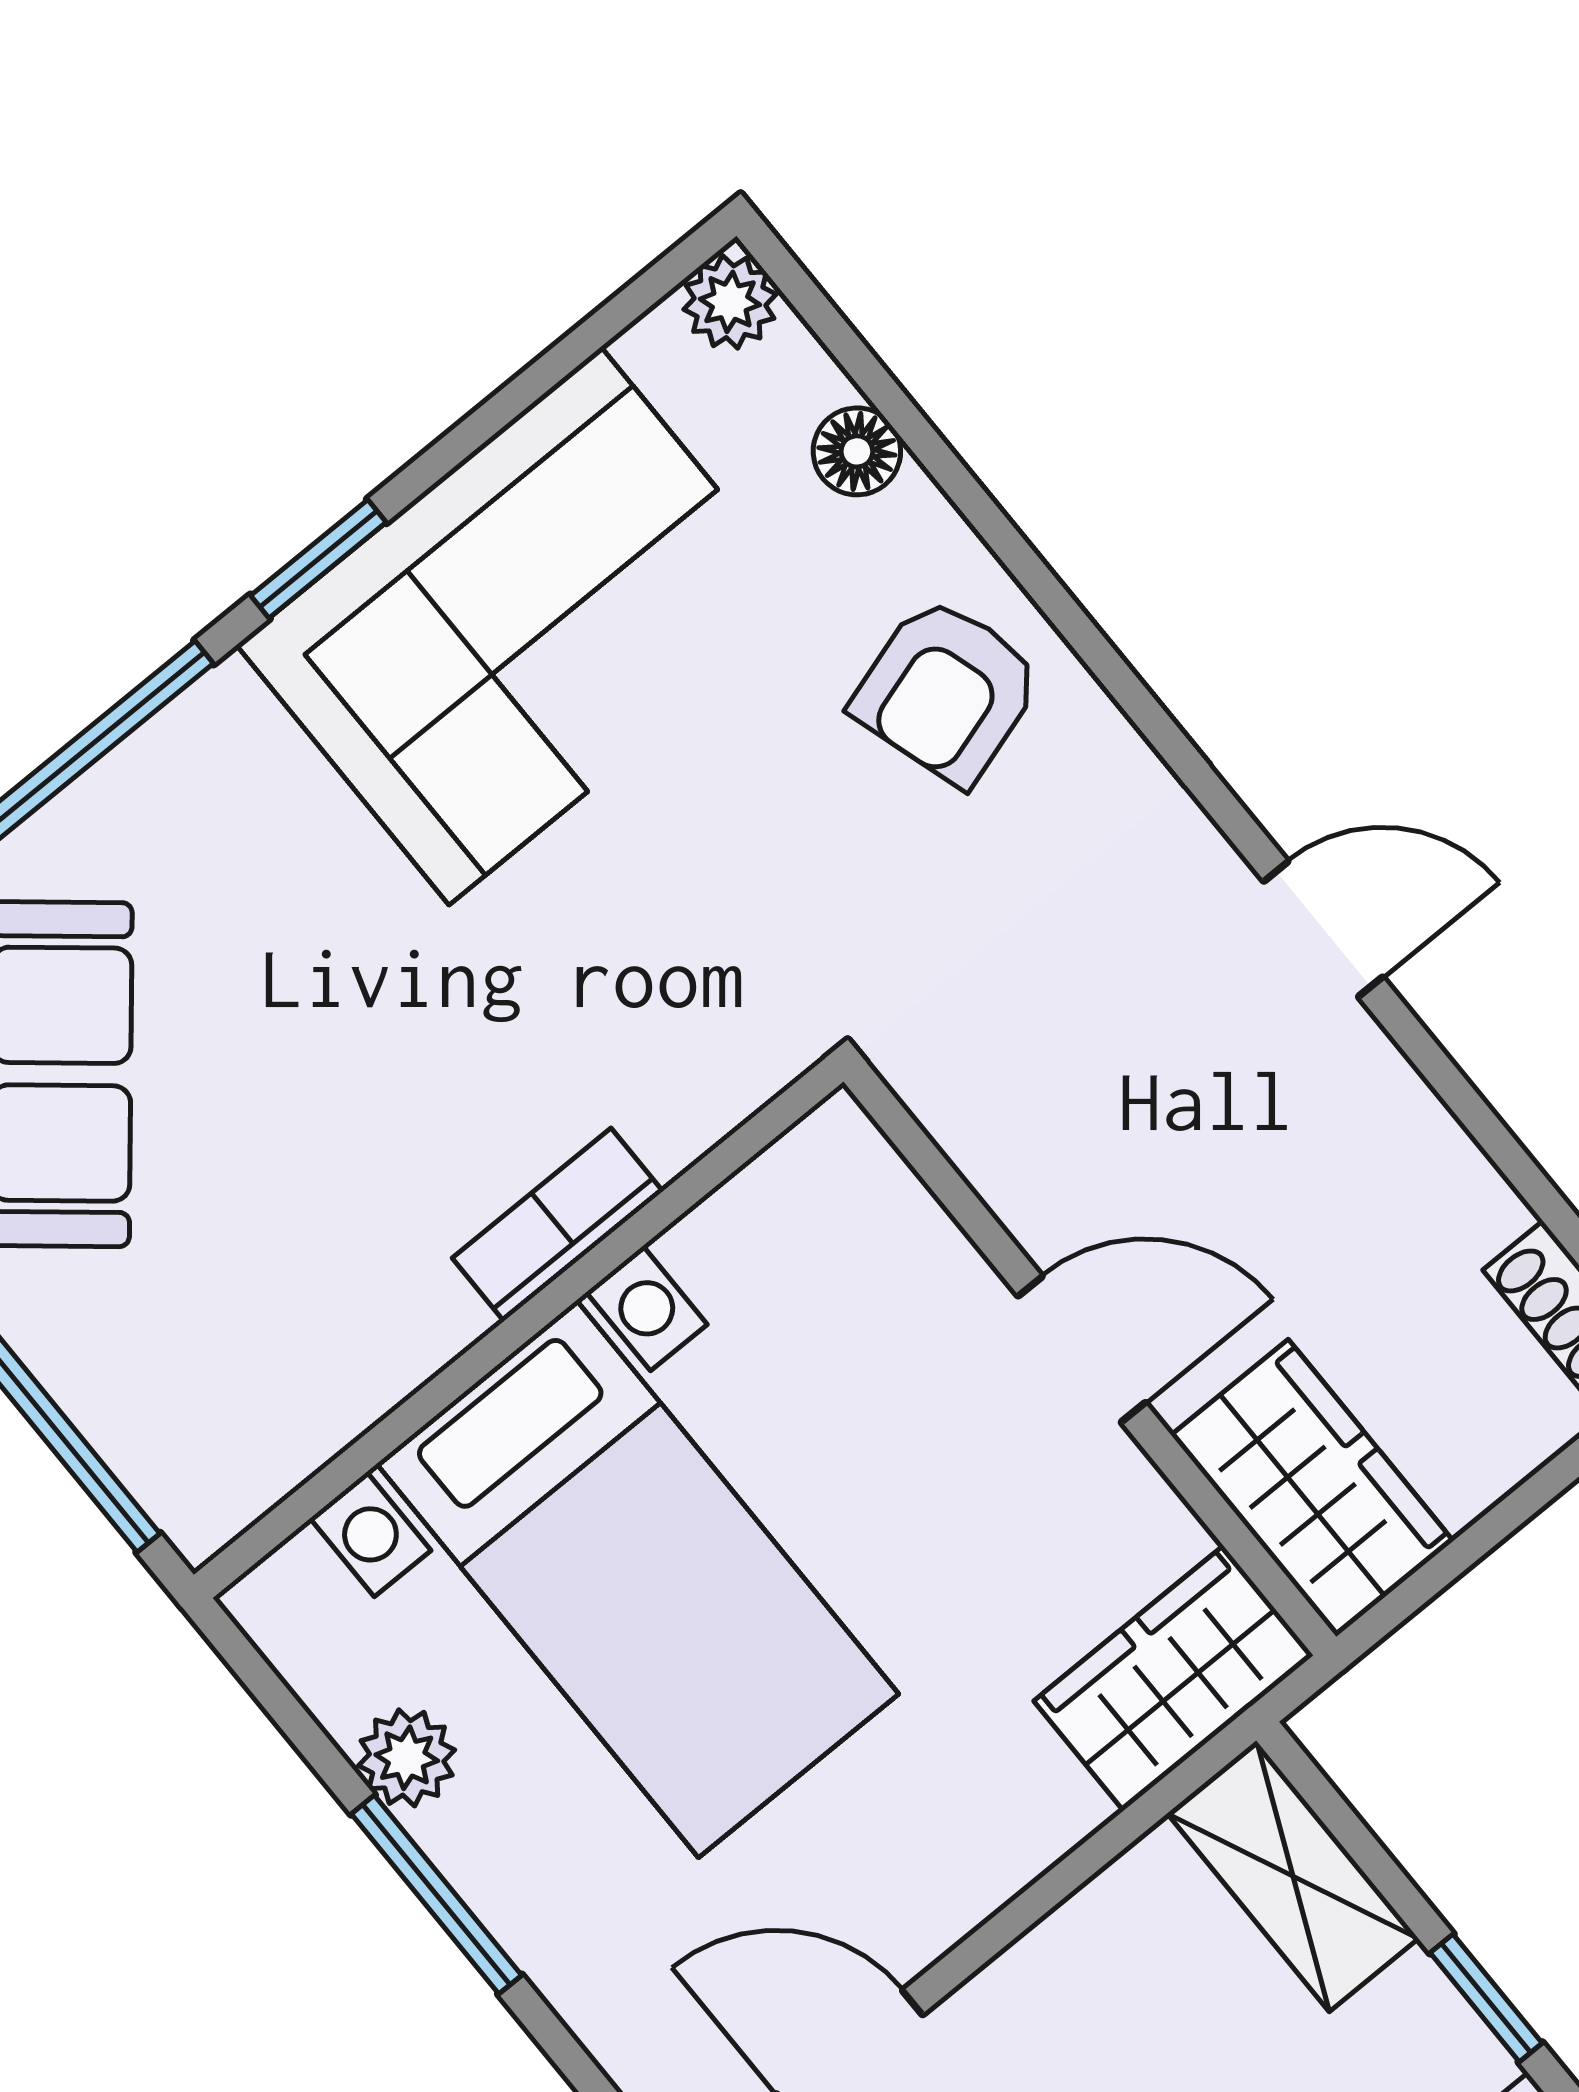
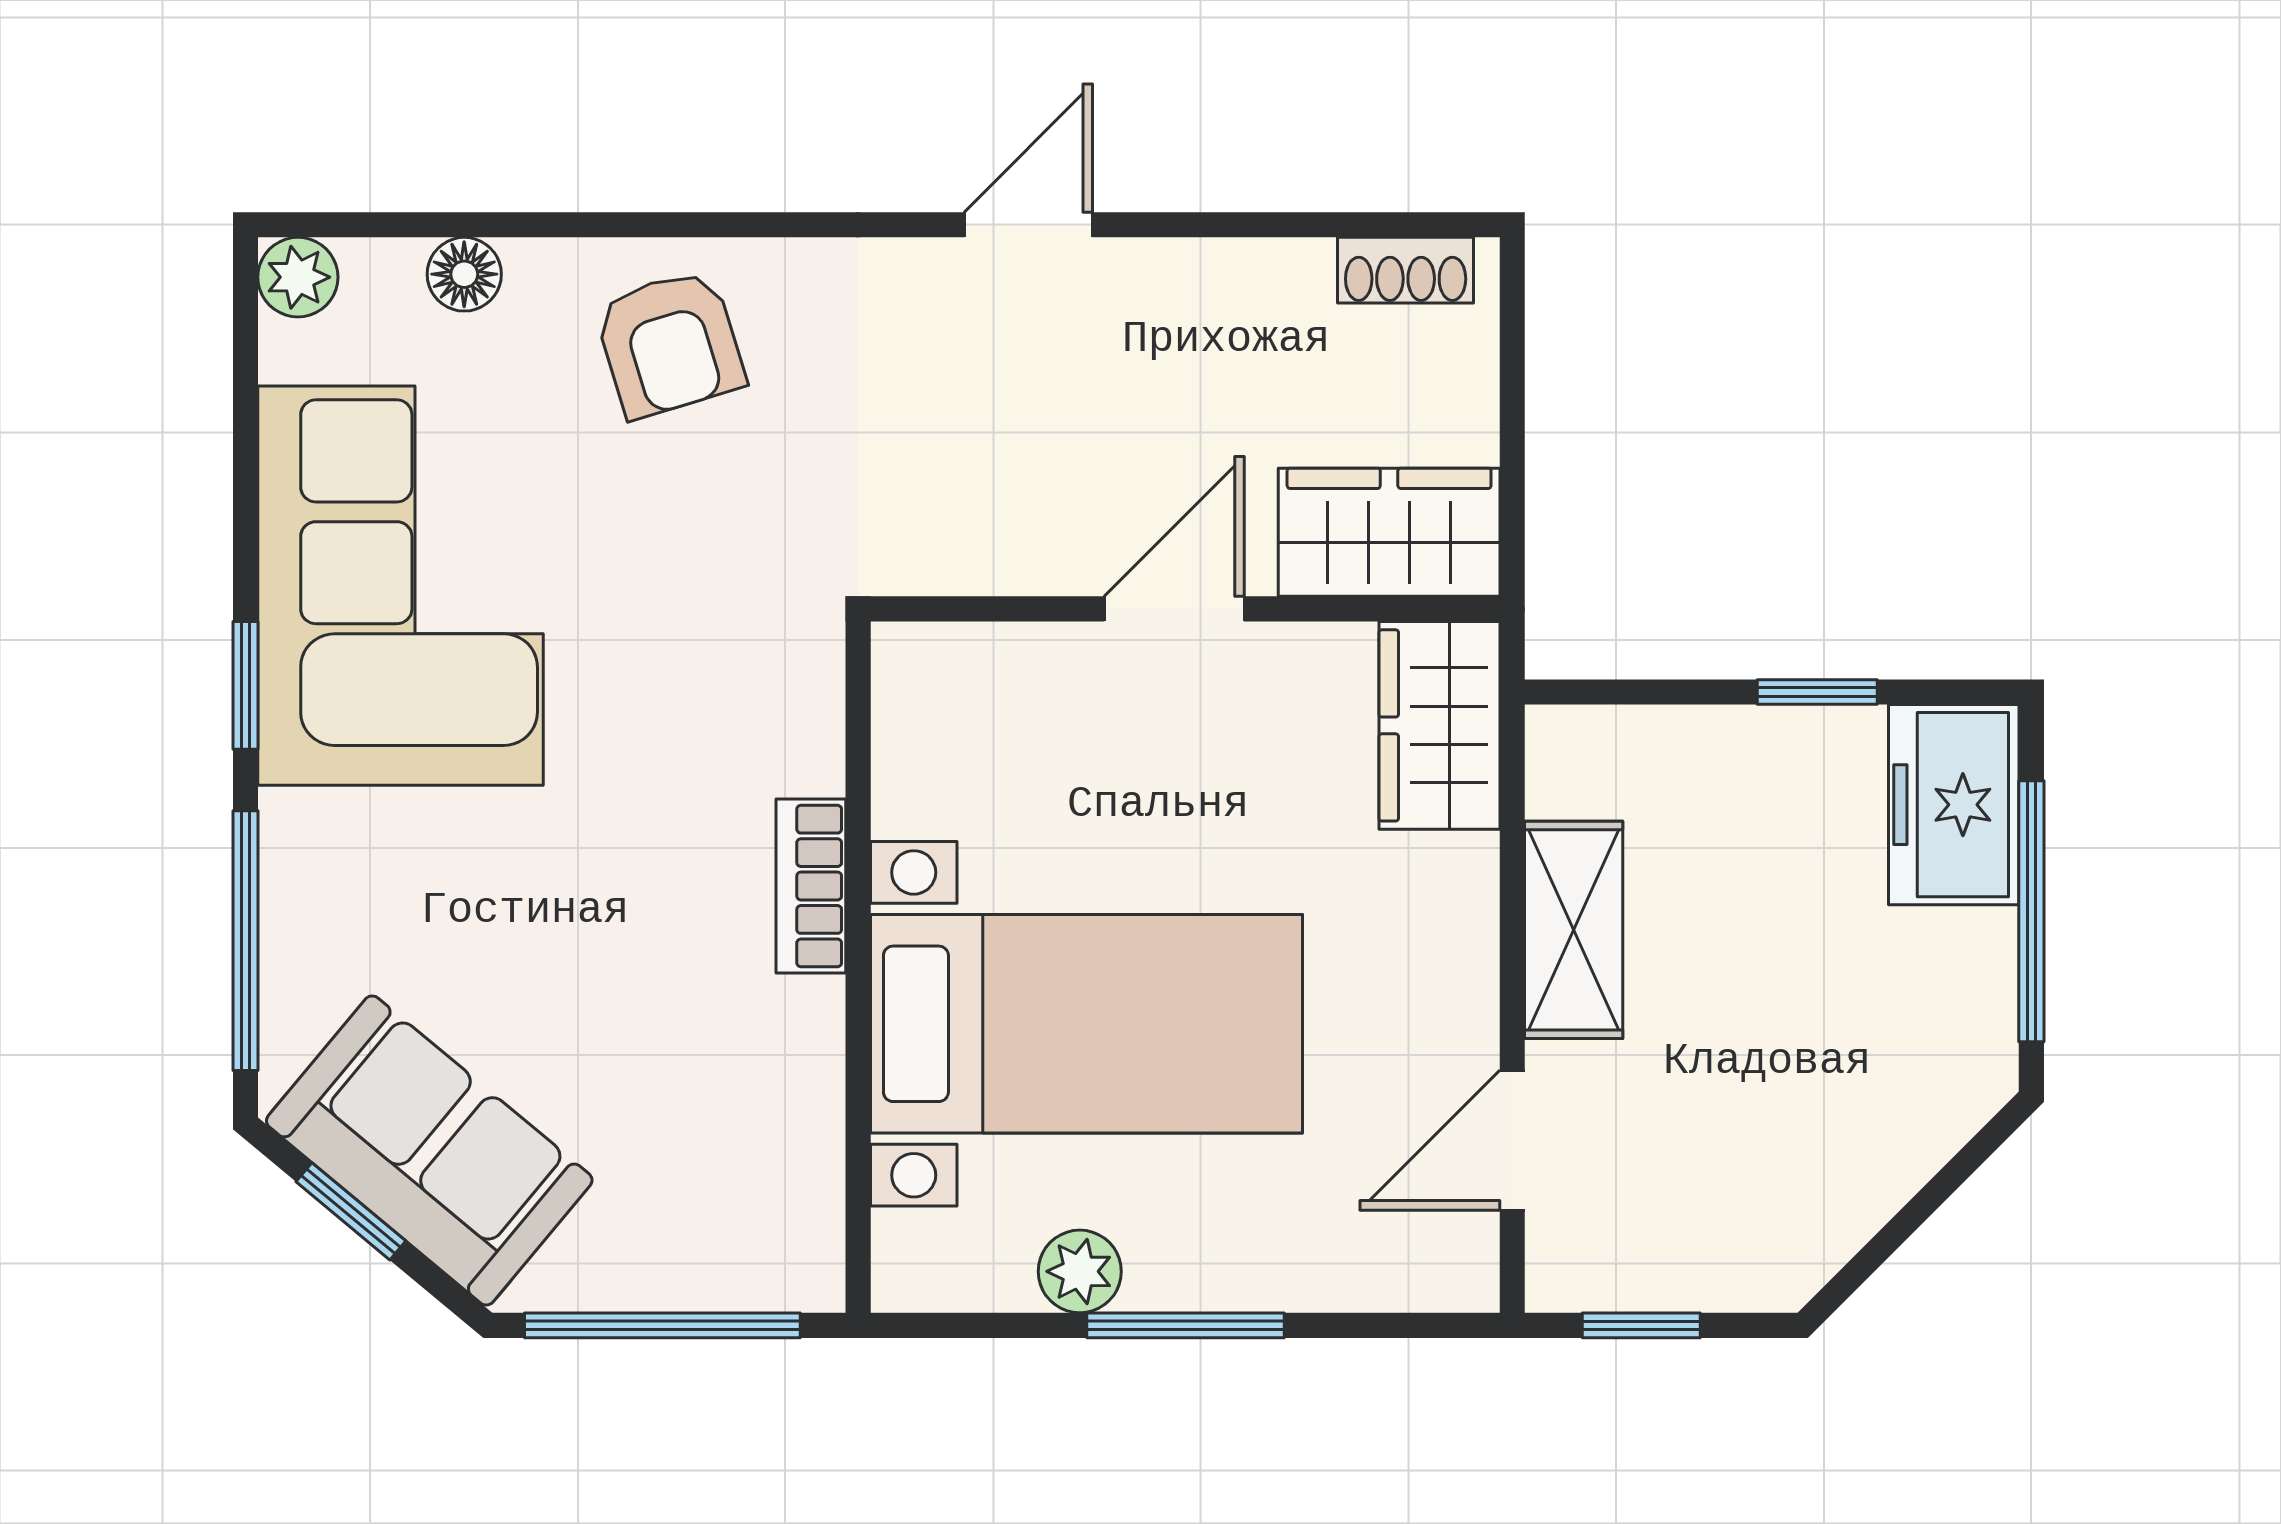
shelving: (1293, 1876) -> (1574, 930), moved, turned 90

